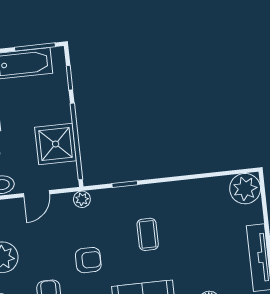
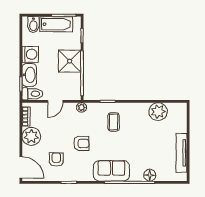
shower: (56, 144) -> (70, 61), moved
plant: (245, 189) -> (158, 112), moved
coffee table: (148, 234) -> (114, 122), moved

